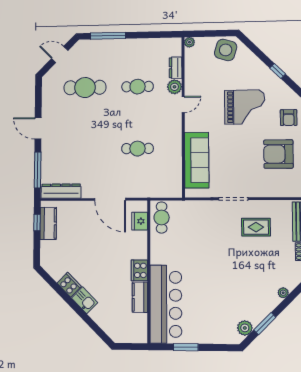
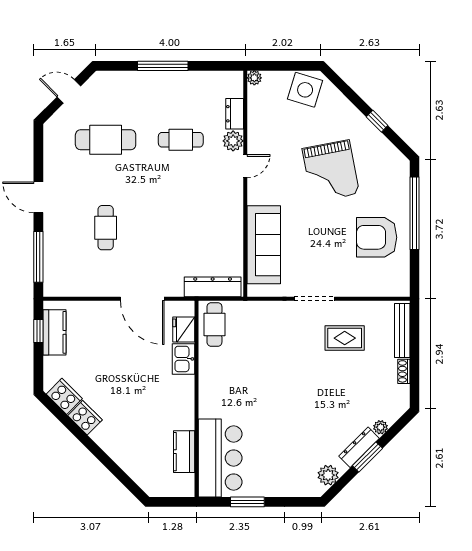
window: (108, 36) -> (163, 66), moved
grand piano: (245, 107) -> (331, 171), turned 79
armchair: (289, 118) -> (391, 187), removed
cafe table: (137, 149) -> (106, 228), moved, turned 90
dresser: (61, 191) -> (213, 287), moved
cooker: (139, 270) -> (64, 396), moved, turned 135
kitchen counter: (140, 297) -> (184, 452), moved
kitchen sink: (85, 300) -> (184, 359), moved, turned -135
bar counter: (166, 304) -> (220, 458), width x0.73
dresser: (267, 307) -> (359, 447), added
window: (265, 324) -> (367, 457), moved

